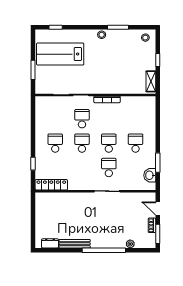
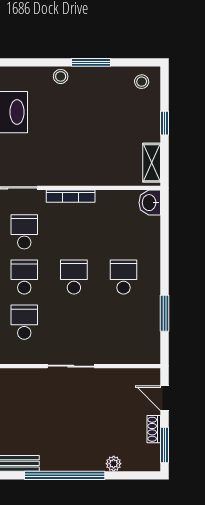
school desk: (109, 167) -> (24, 322), moved
washbasin: (150, 175) -> (150, 203), moved

